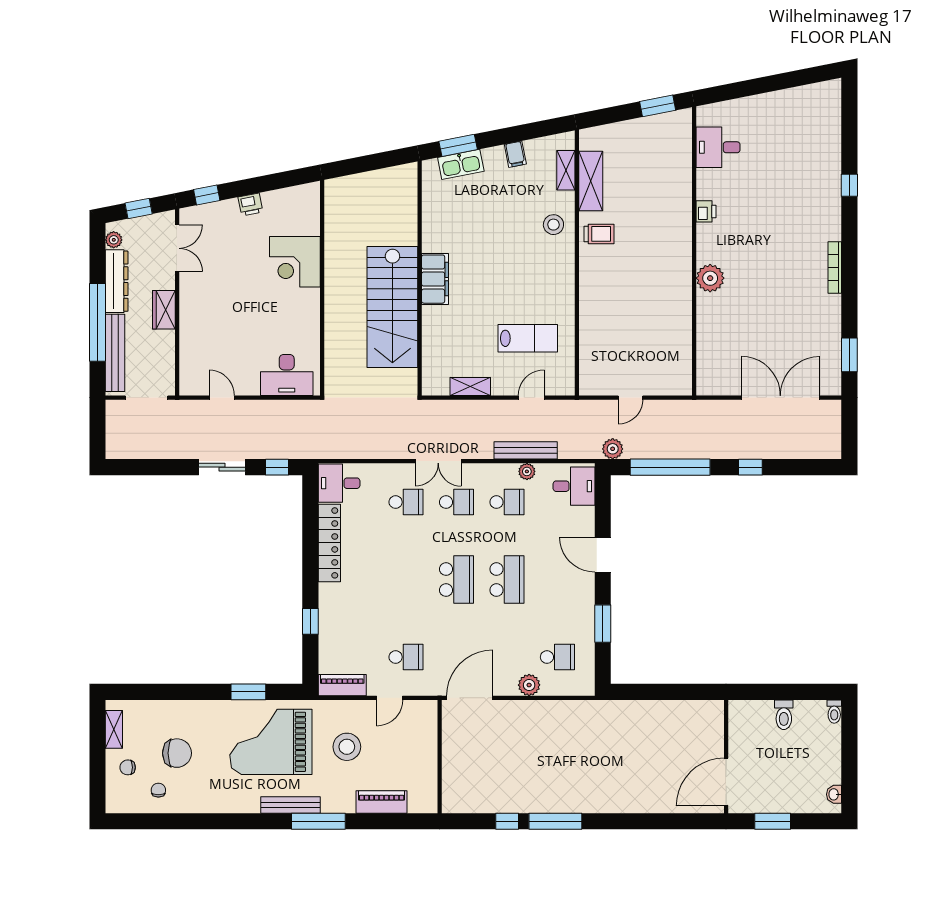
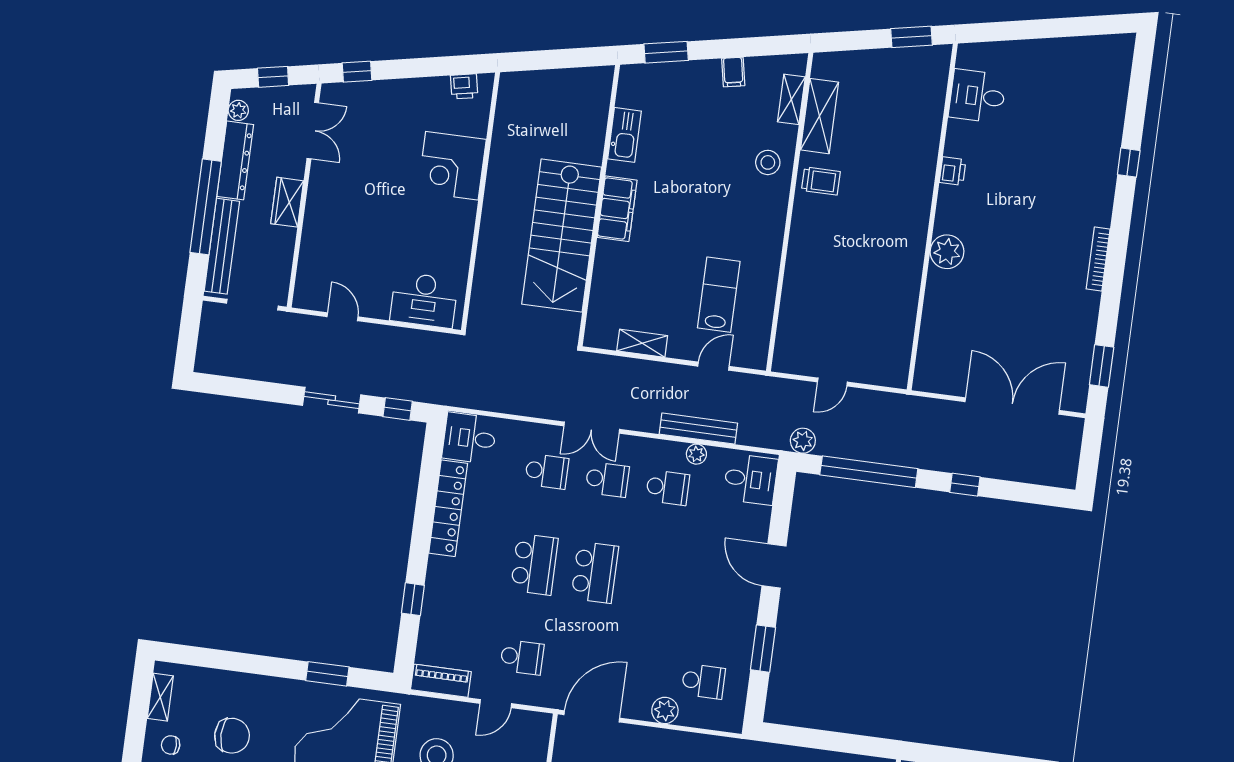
kitchen sink: (461, 164) -> (624, 135), moved, turned -79
printer: (250, 204) -> (464, 86), moved
lab bench: (528, 338) -> (719, 295), turned -90
school desk: (507, 580) -> (534, 564), moved

